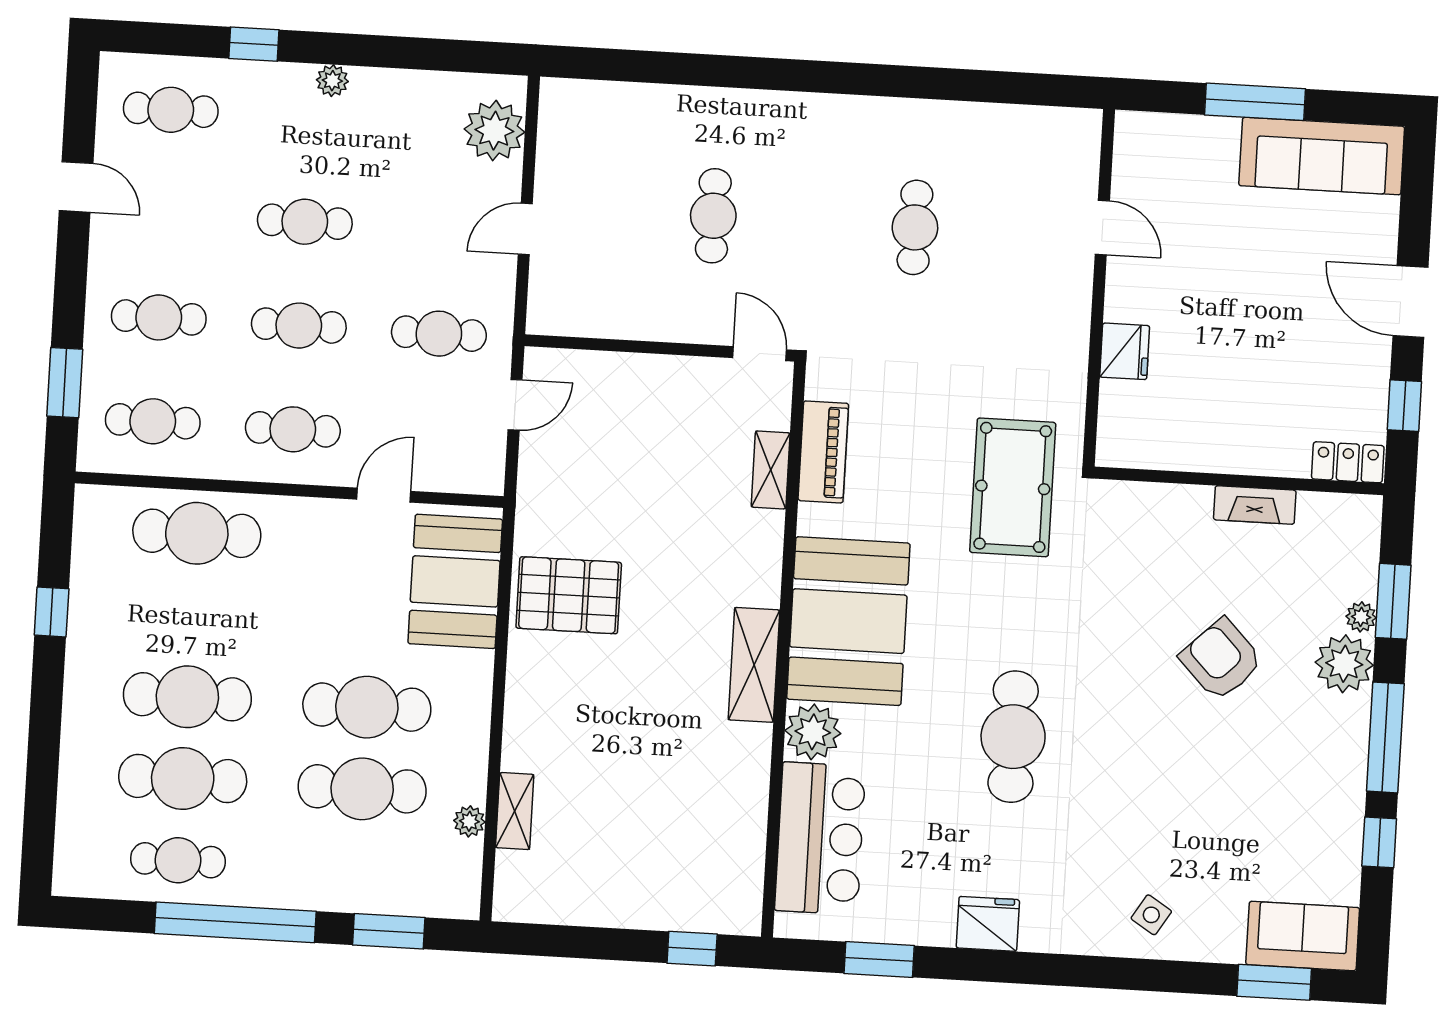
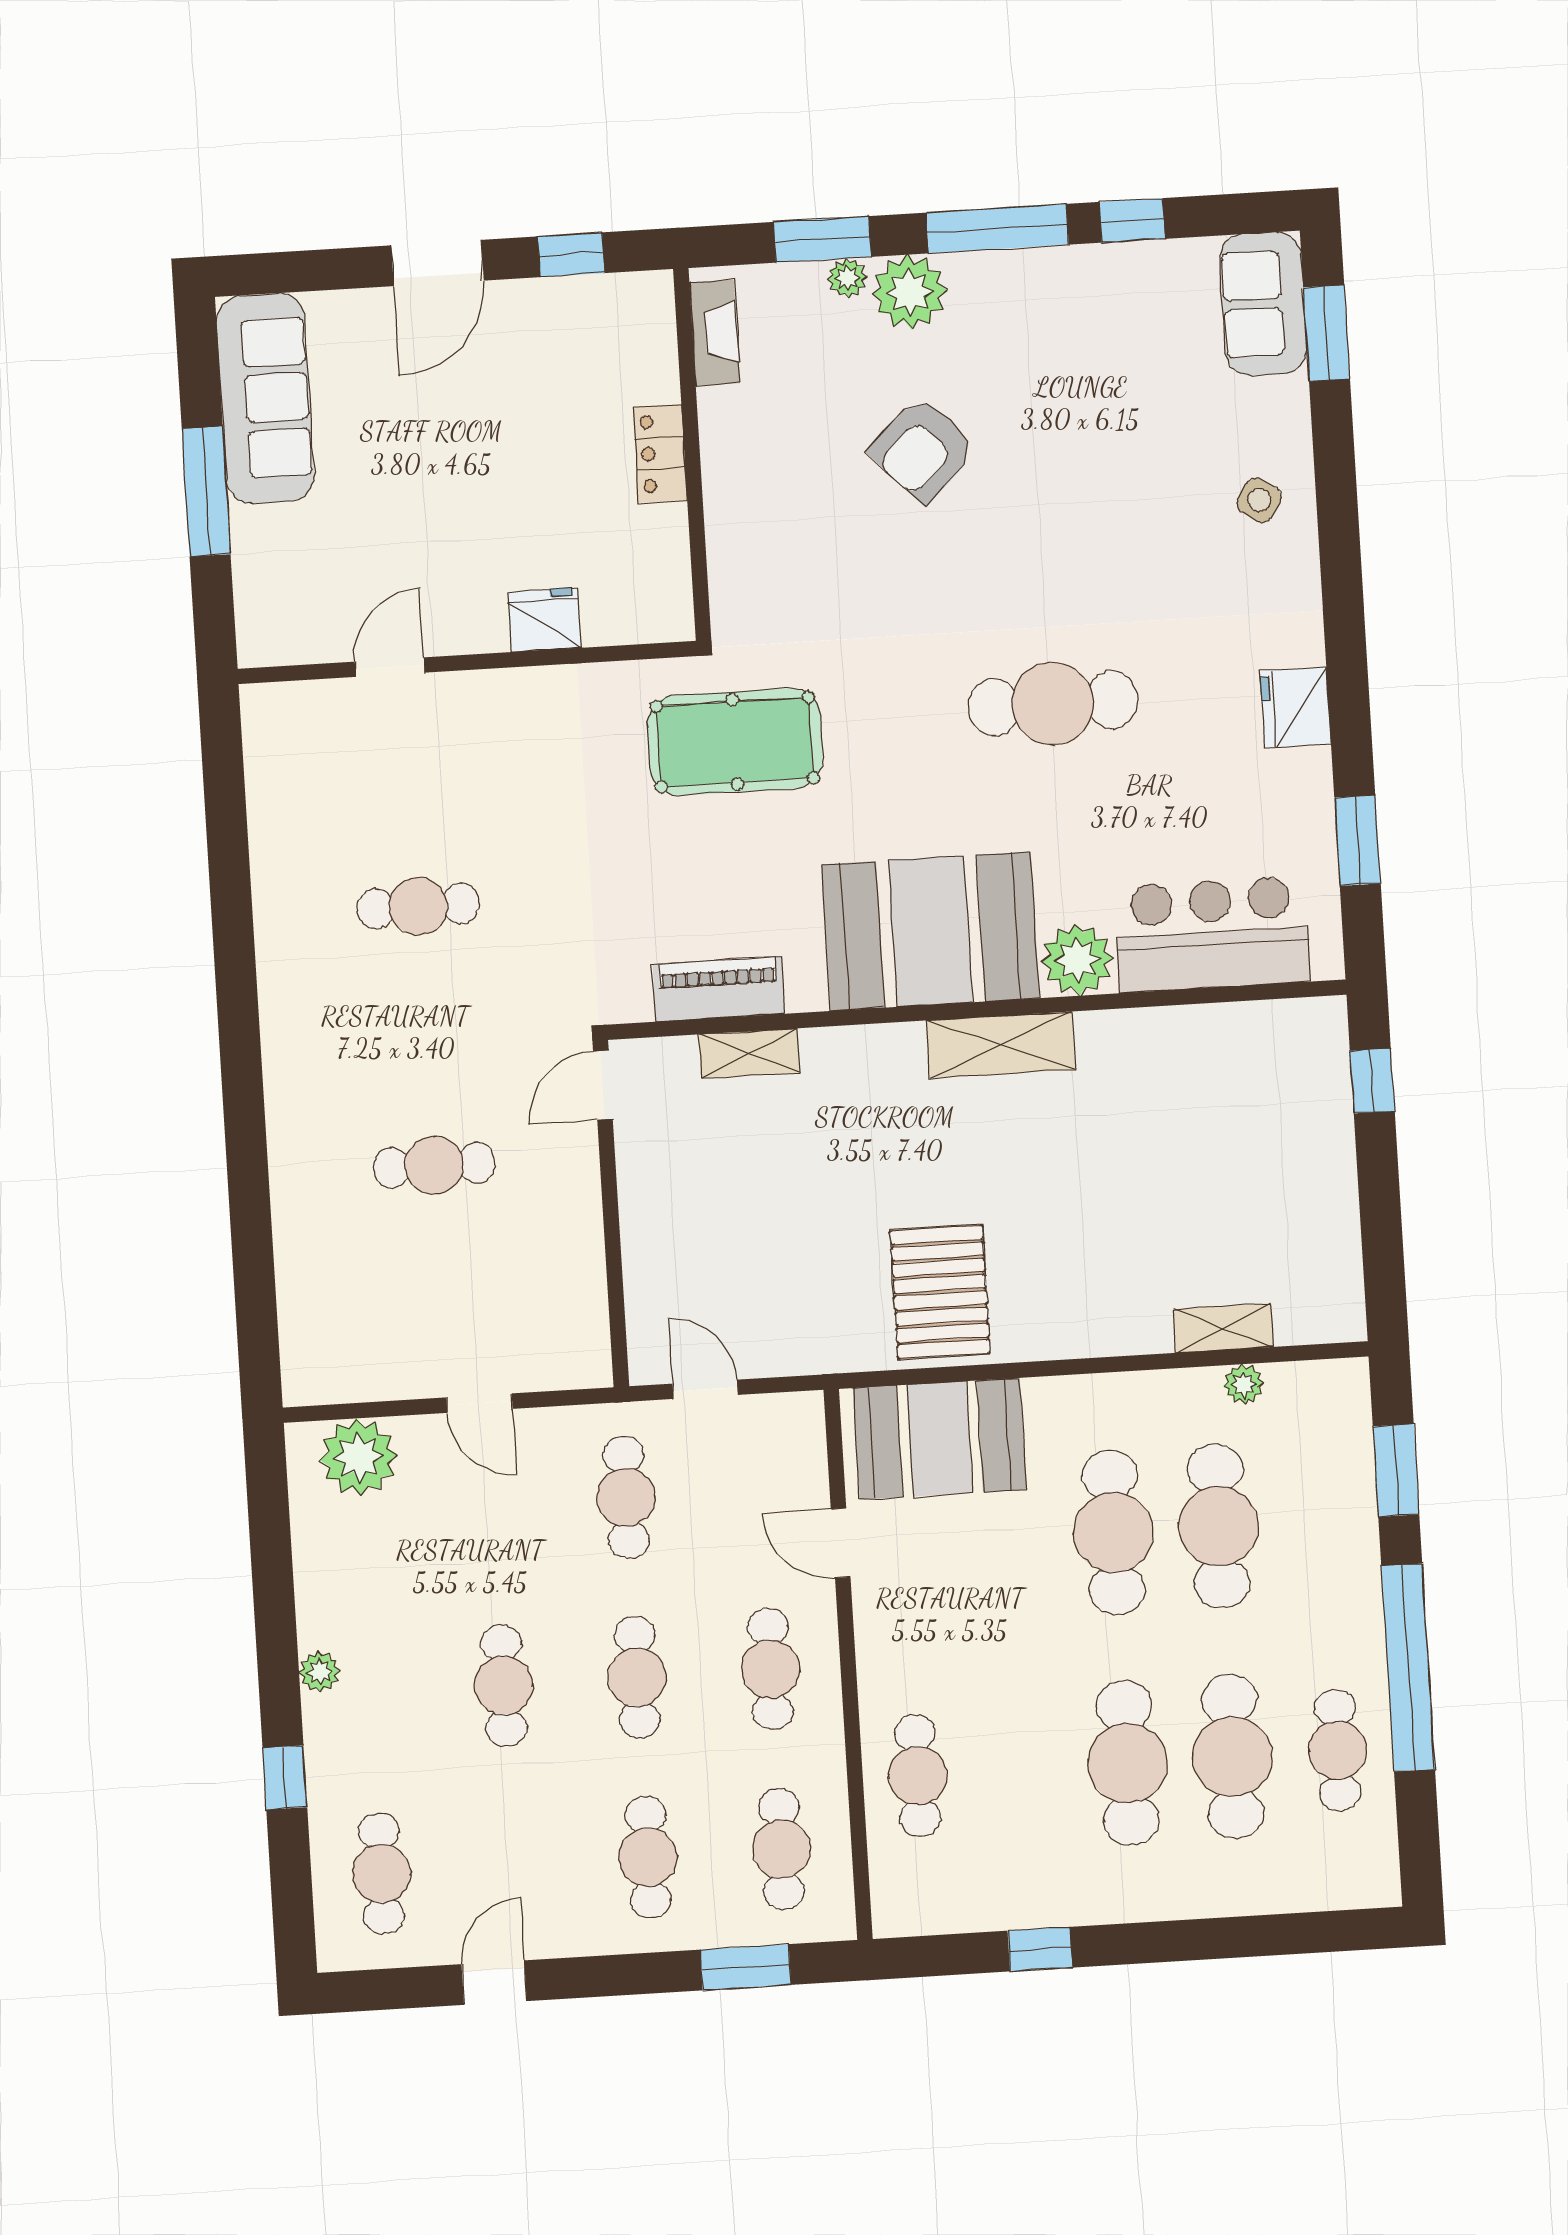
locker: (1348, 462) -> (660, 454), moved
fireplace: (1255, 505) -> (715, 333), moved
cafe table: (197, 533) -> (918, 1776), width x0.73, depth x0.74

